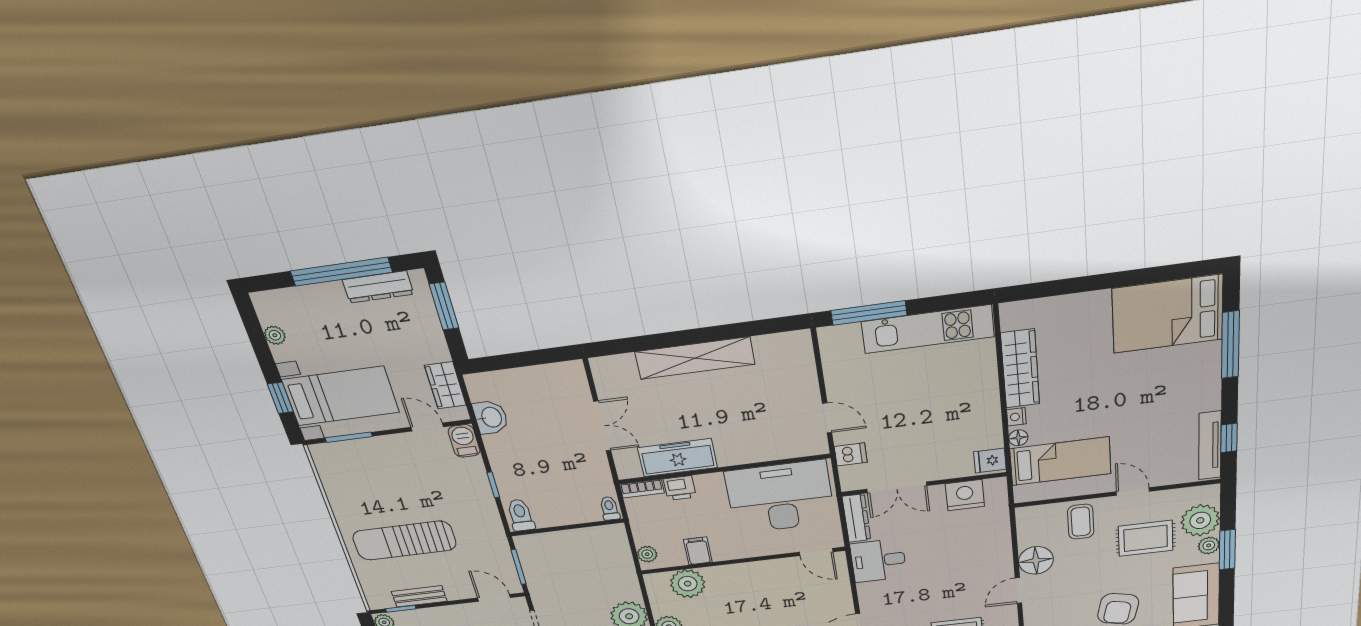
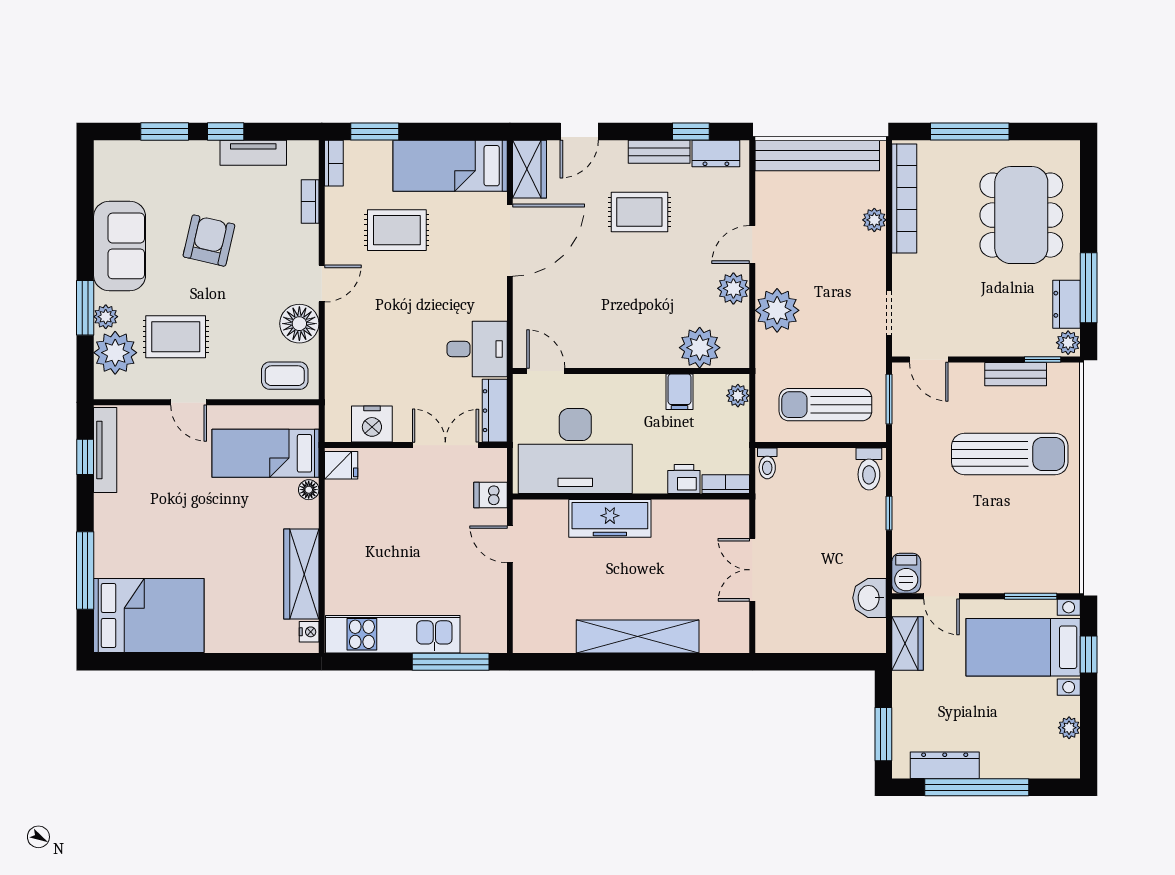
nightstand: (1016, 417) -> (309, 632), moved
freezer: (678, 458) -> (610, 518), moved
coffee table: (1081, 522) -> (285, 376), moved, turned 90
sun lounger: (571, 557) -> (825, 405), added

